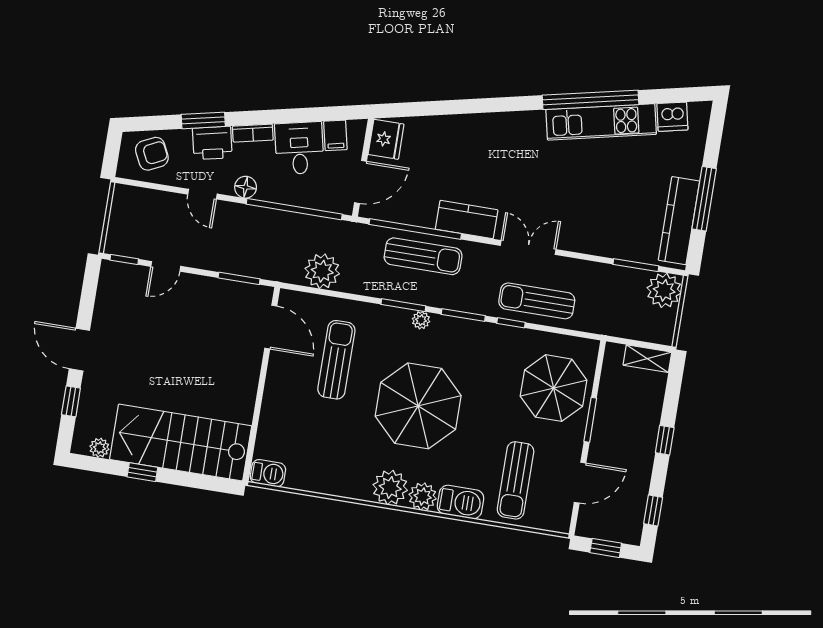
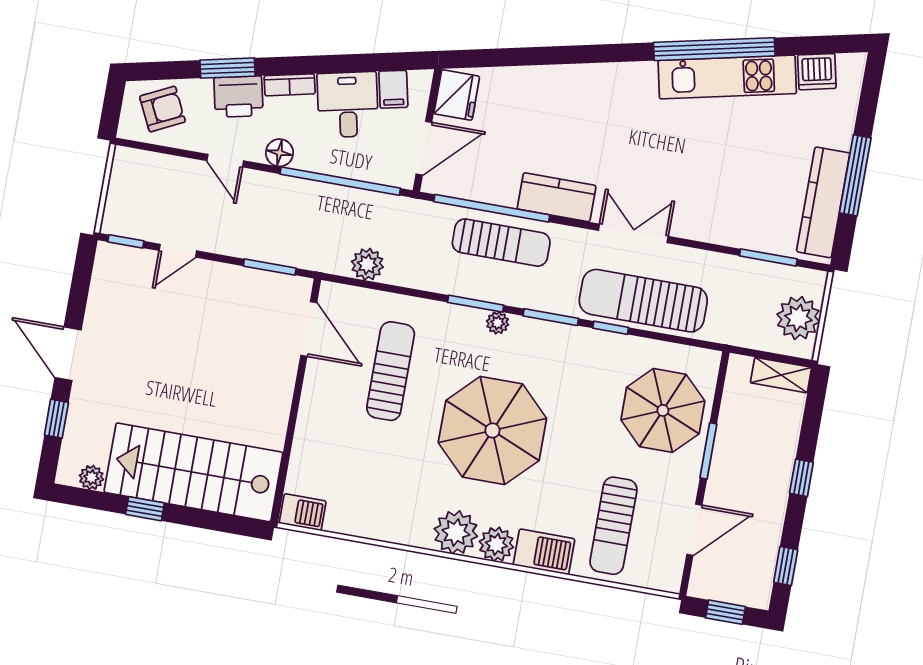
plant: (322, 271) -> (367, 264), width x0.73, depth x0.73
plant: (664, 290) -> (798, 318), moved
sun lounger: (537, 301) -> (643, 301), width x1.36, depth x1.34

